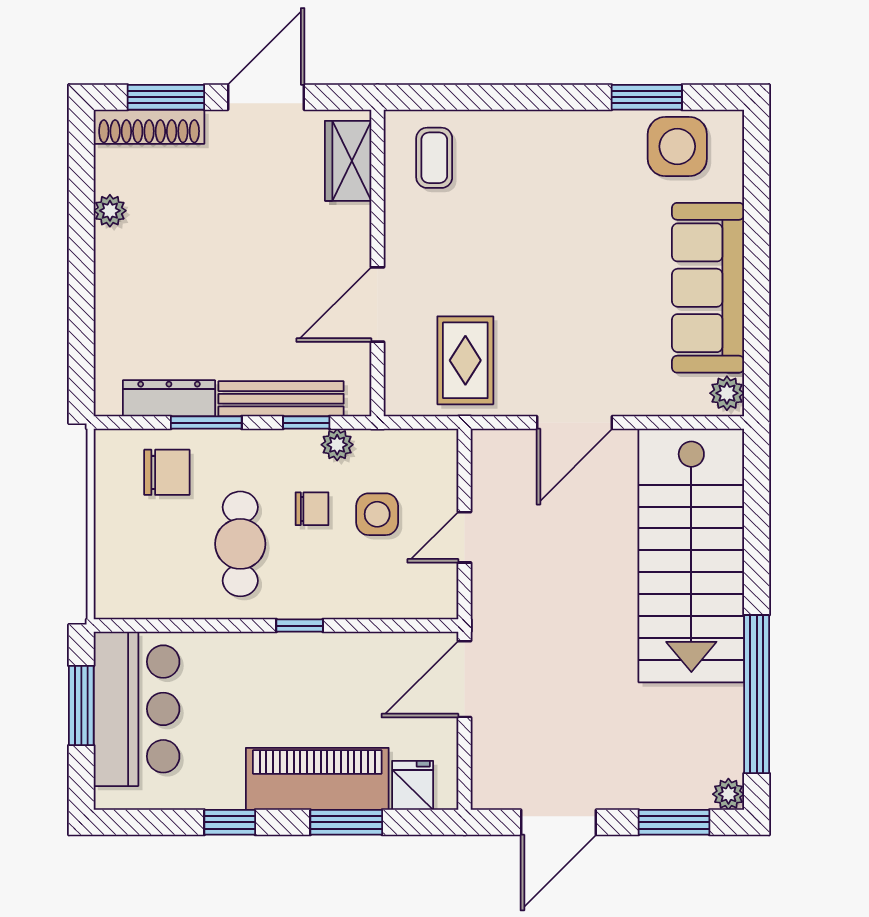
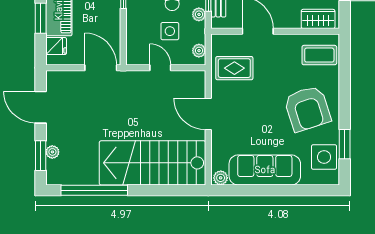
coffee table: (434, 158) -> (319, 55), width x1.36, depth x1.30
armchair: (562, 186) -> (307, 109), added
plant: (424, 445) -> (199, 51), added
plant: (728, 794) -> (52, 152), moved

